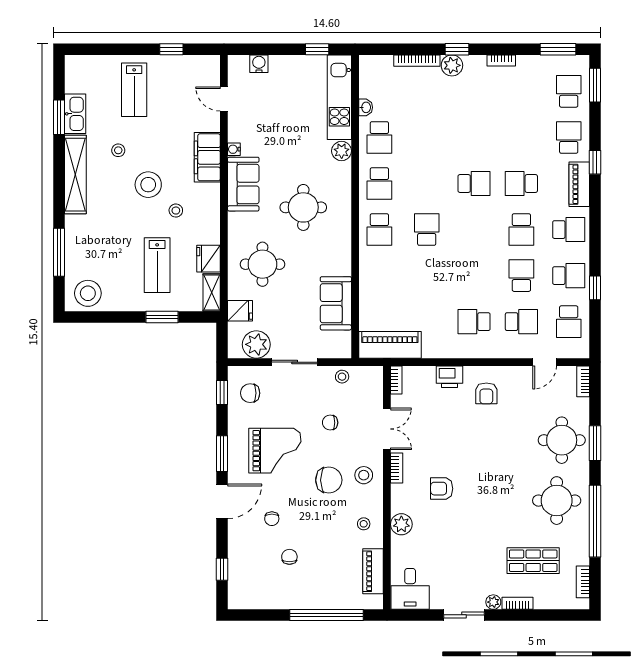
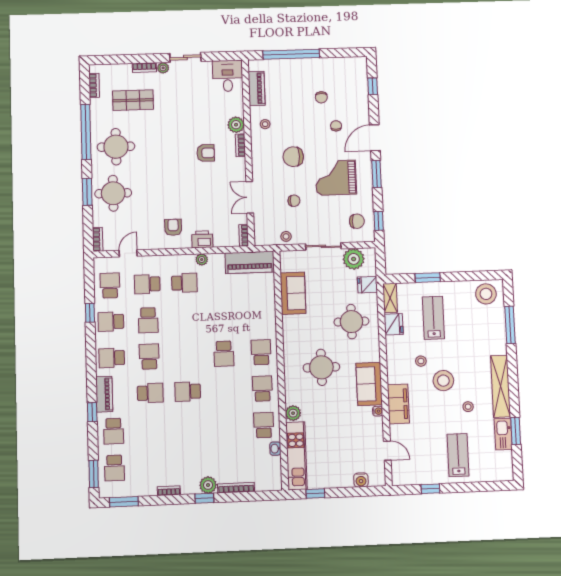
plant: (451, 351) -> (202, 260), added
bookcase: (397, 468) -> (240, 145), moved
stool: (364, 475) -> (266, 161), removed

